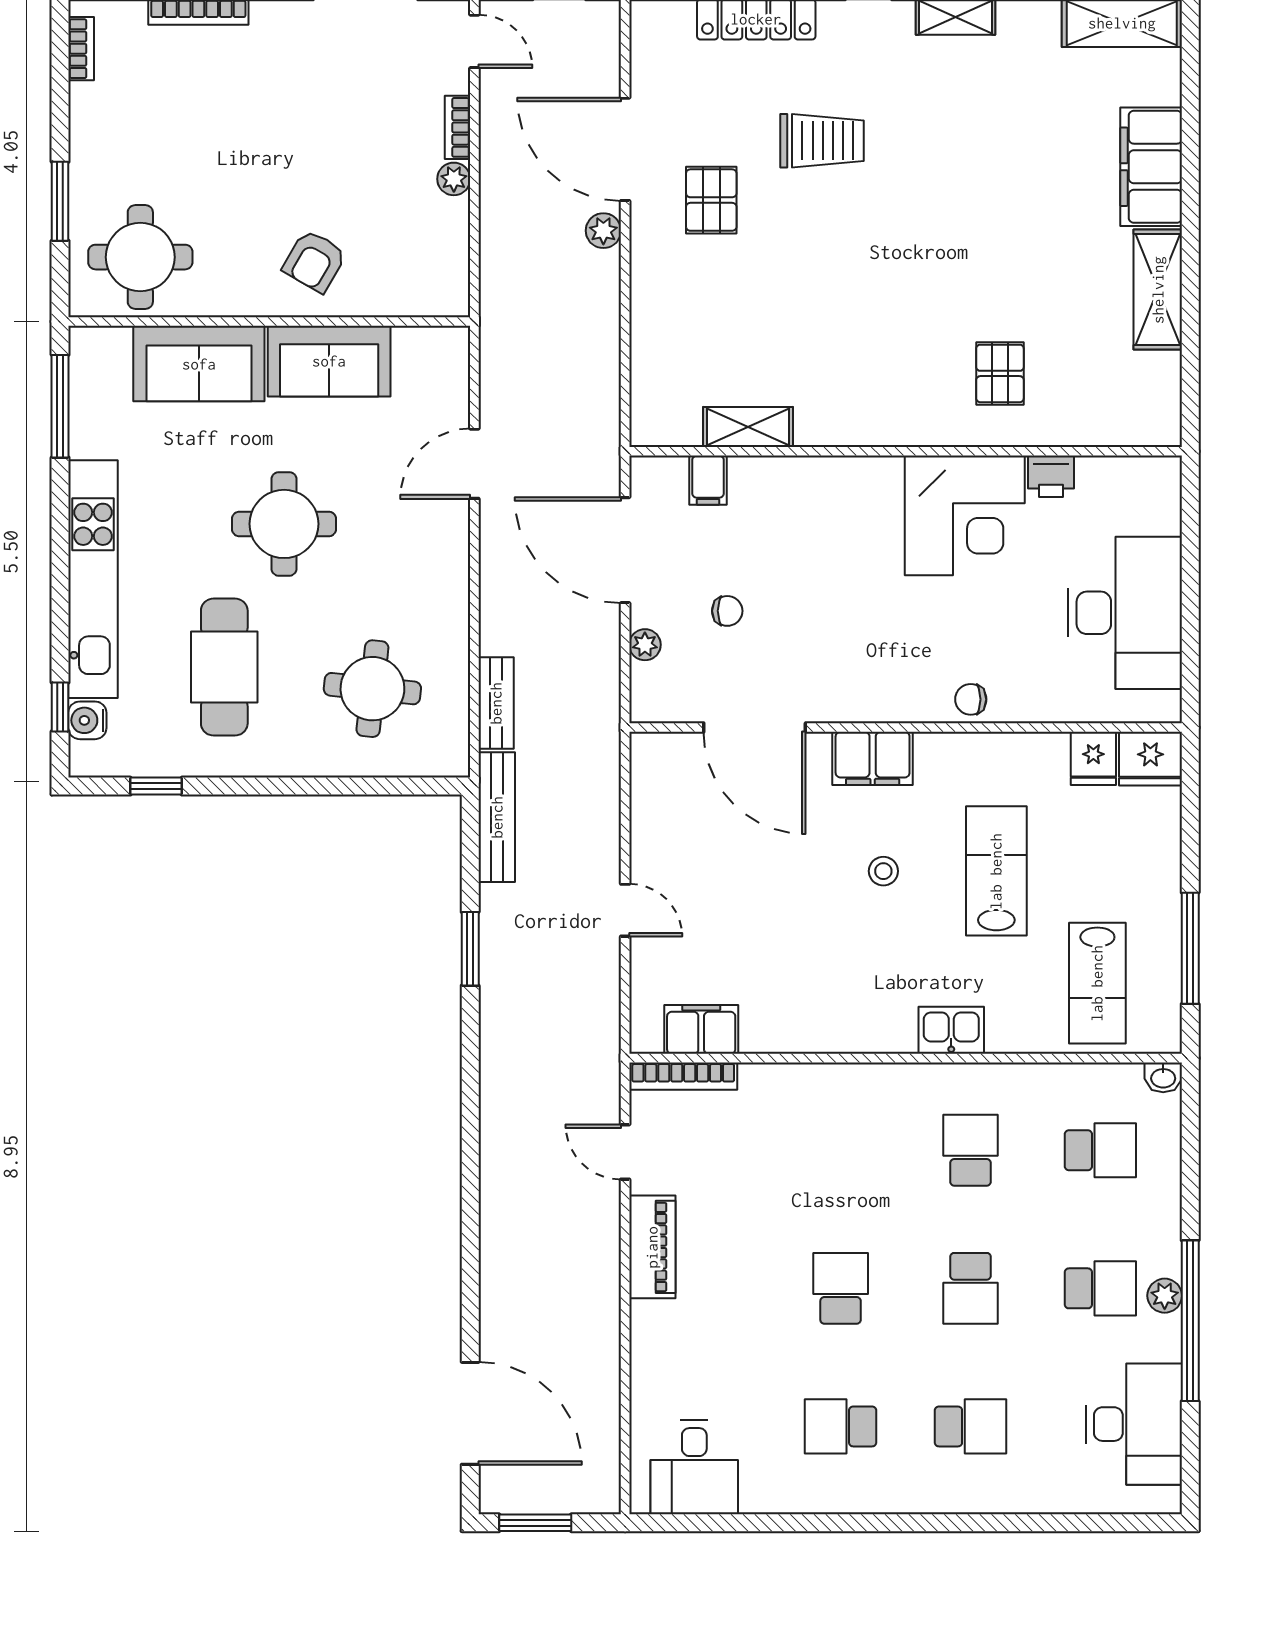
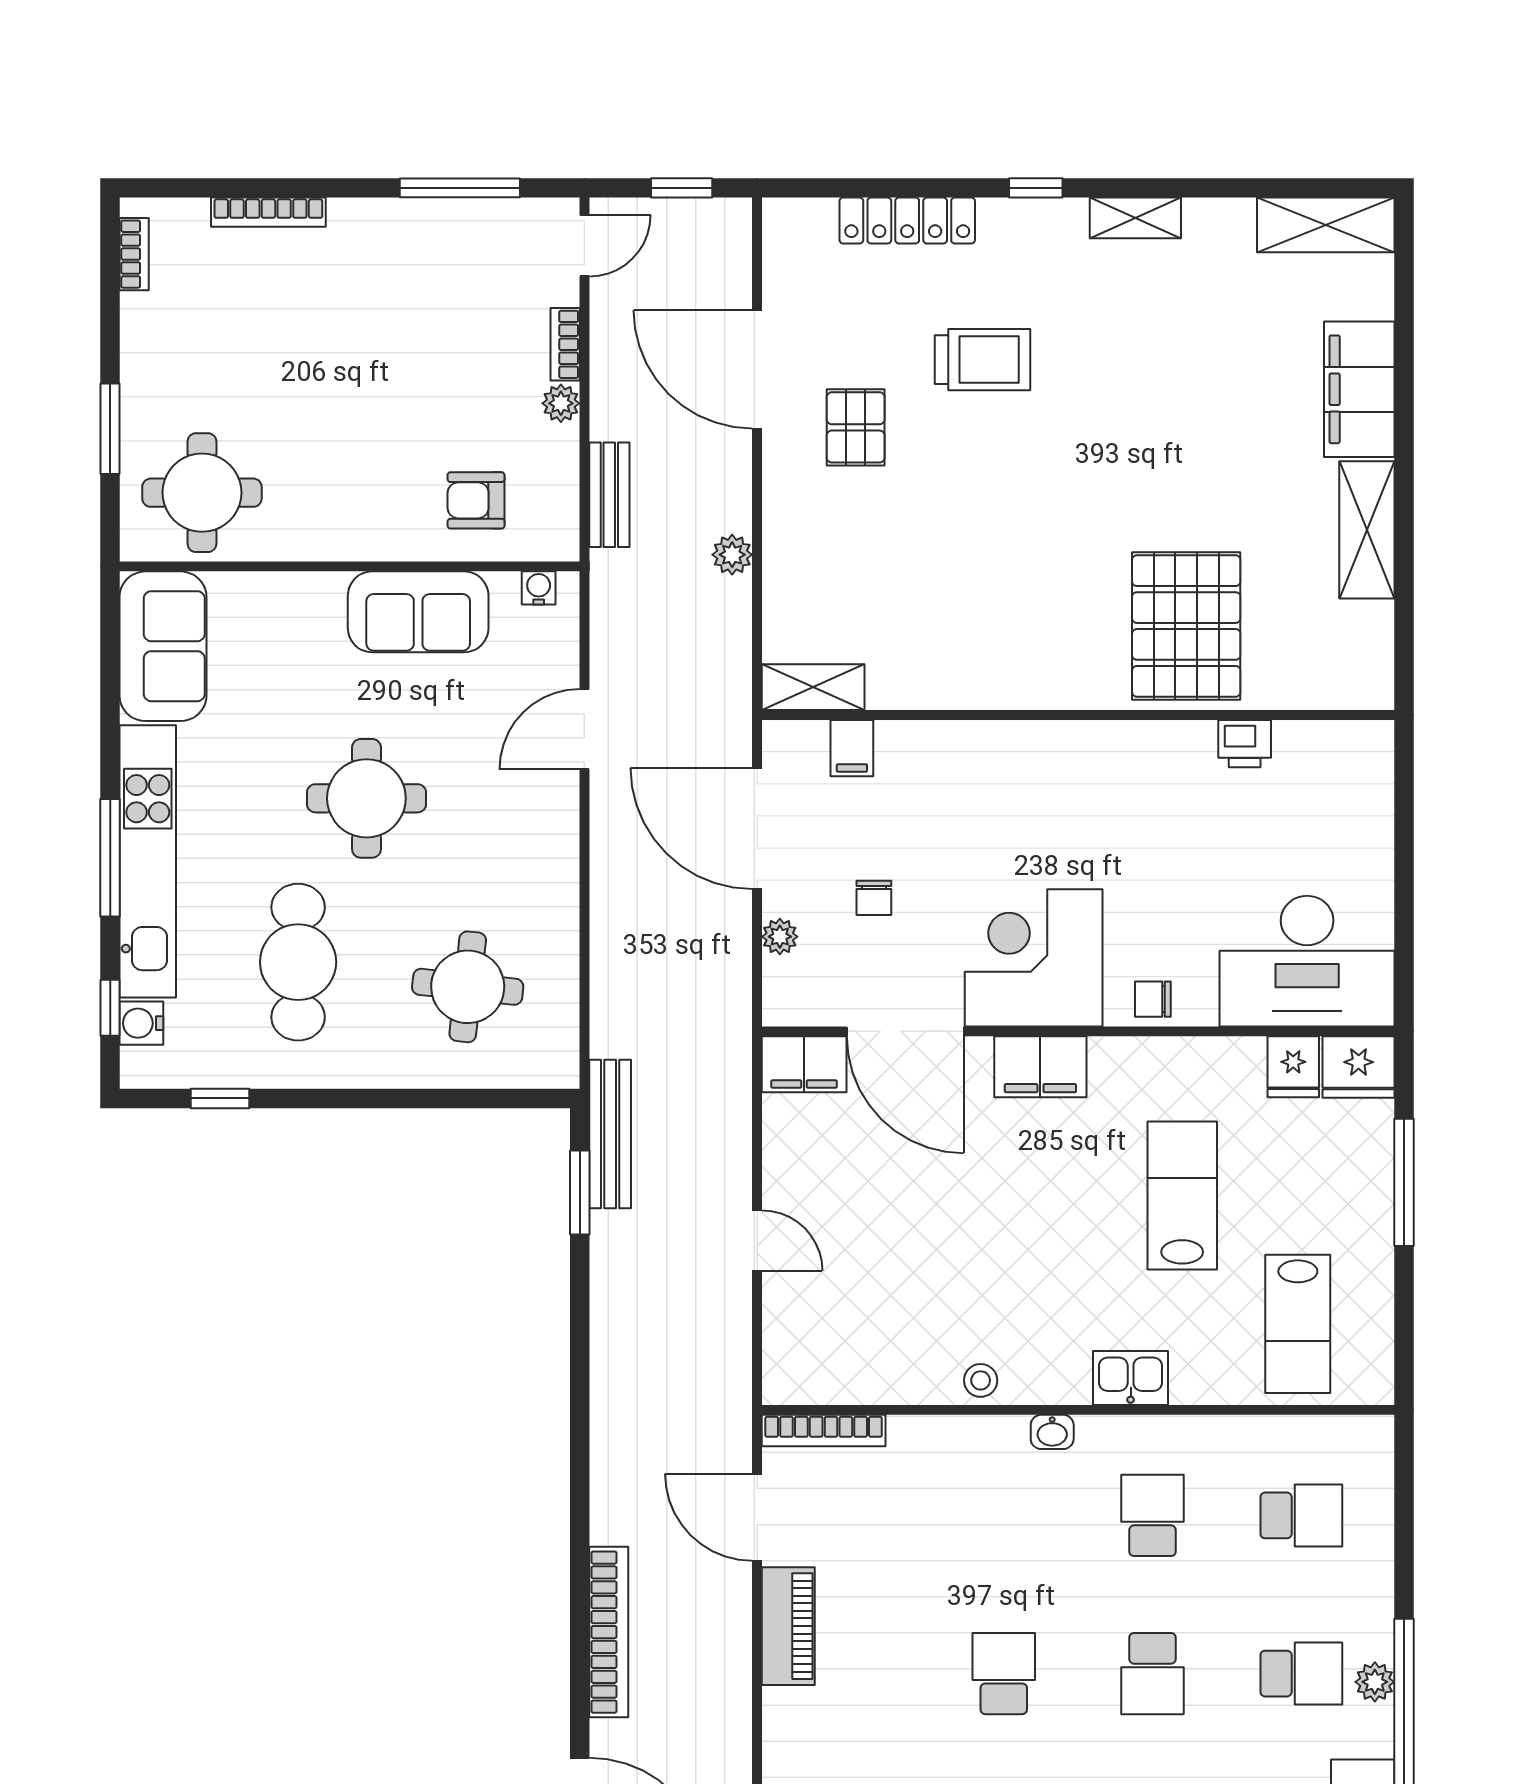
door: (474, 41) -> (584, 246), hinge flipped
plant: (603, 231) -> (732, 555), moved
armchair: (314, 261) -> (476, 500), moved, turned 60
water cooler: (434, 340) -> (539, 588), added
sofa: (199, 364) -> (163, 646), moved, turned -90
pallet: (1000, 373) -> (1186, 626), width x2.05, depth x2.00
window: (60, 406) -> (110, 858), moved
shelving: (748, 427) -> (813, 687), moved
corner desk: (965, 515) -> (1034, 958), moved, turned 180
chair: (727, 611) -> (874, 898), turned 90
desk: (1125, 613) -> (1307, 961), moved, turned 90
bench: (496, 703) -> (609, 495), moved
stool: (883, 871) -> (981, 1380), moved
window: (1190, 948) -> (1404, 1182), moved
window: (470, 949) -> (580, 1192), moved
filing cabinet: (701, 1029) -> (804, 1064), moved, turned 180
washbasin: (1163, 1077) -> (1052, 1432), moved
door: (625, 1152) -> (757, 1517), width x1.38
bookcase: (496, 1252) -> (609, 1632), added

